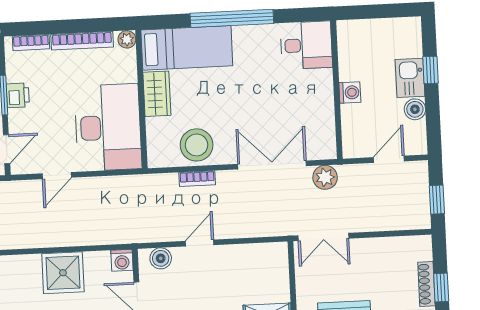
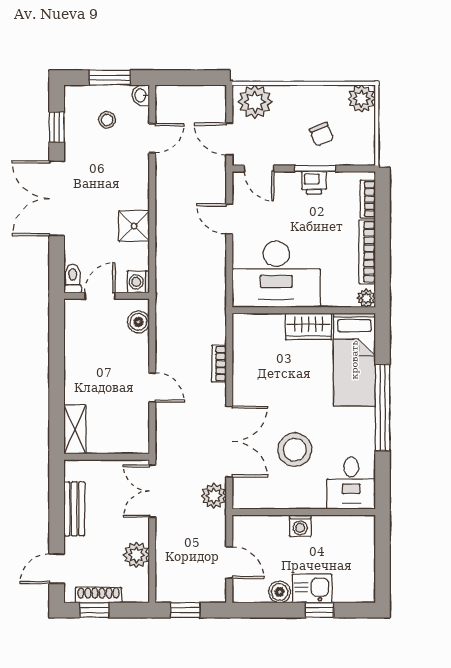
stool: (197, 145) -> (295, 450), moved
door: (200, 243) -> (152, 388), moved
plant: (386, 249) -> (136, 555), added
shower: (63, 273) -> (134, 226), width x0.73, depth x0.73

